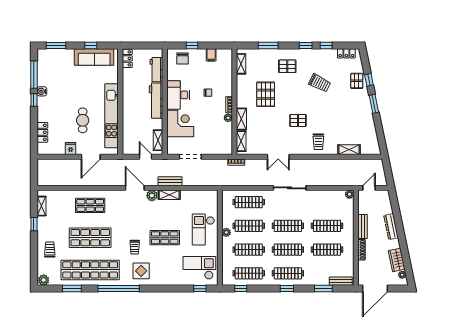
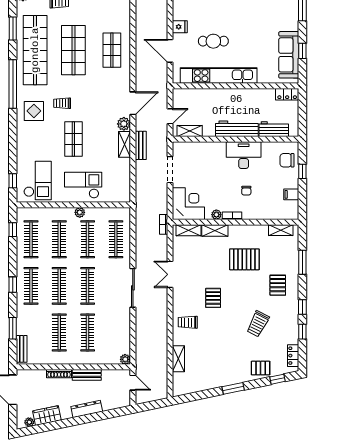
window: (369, 80) -> (277, 379), moved
corner desk: (180, 124) -> (188, 204), moved, turned -90

